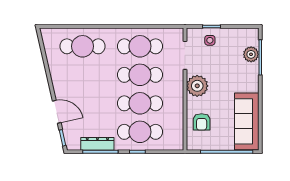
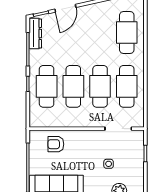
side table: (210, 40) -> (109, 164), moved
plant: (197, 86) -> (90, 140), removed
dresser: (97, 144) -> (35, 33), moved

